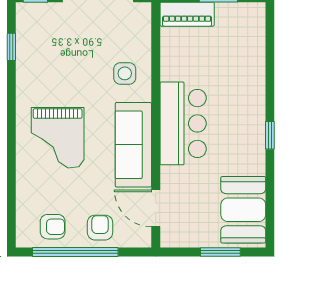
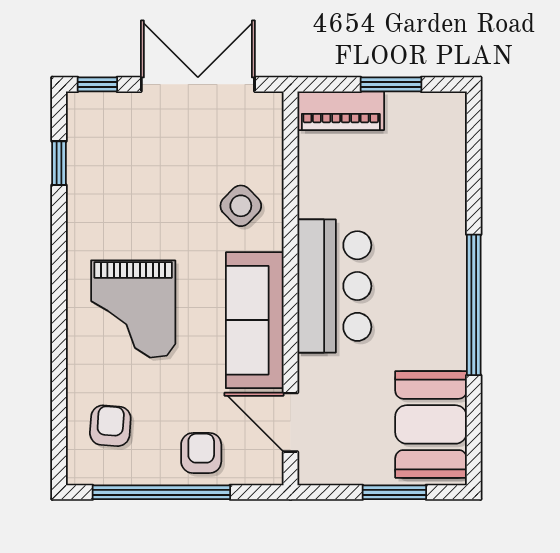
side table: (125, 73) -> (241, 206), turned 45
window: (270, 135) -> (474, 305), width x3.17
armchair: (53, 227) -> (110, 426), moved, turned -86

